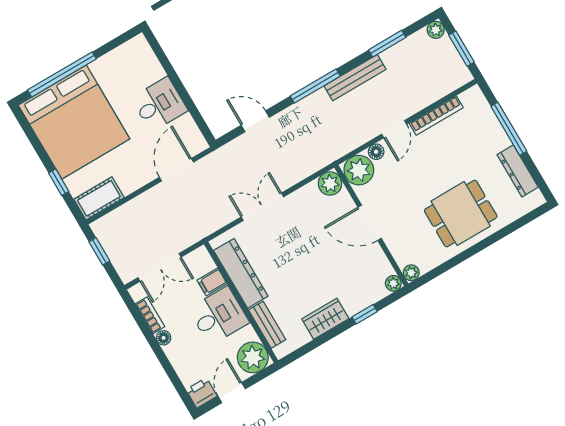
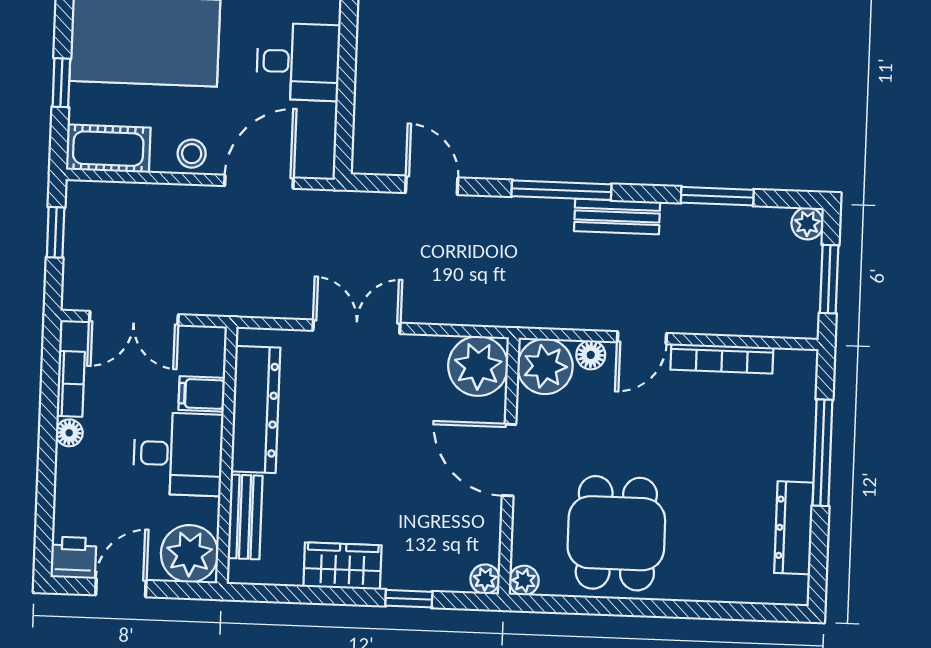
bench: (355, 78) -> (617, 216), width x0.73
stool: (138, 176) -> (192, 154), added
plant: (330, 184) -> (478, 366), width x1.36, depth x1.36
dining table: (461, 214) -> (616, 533), moved, turned 90

